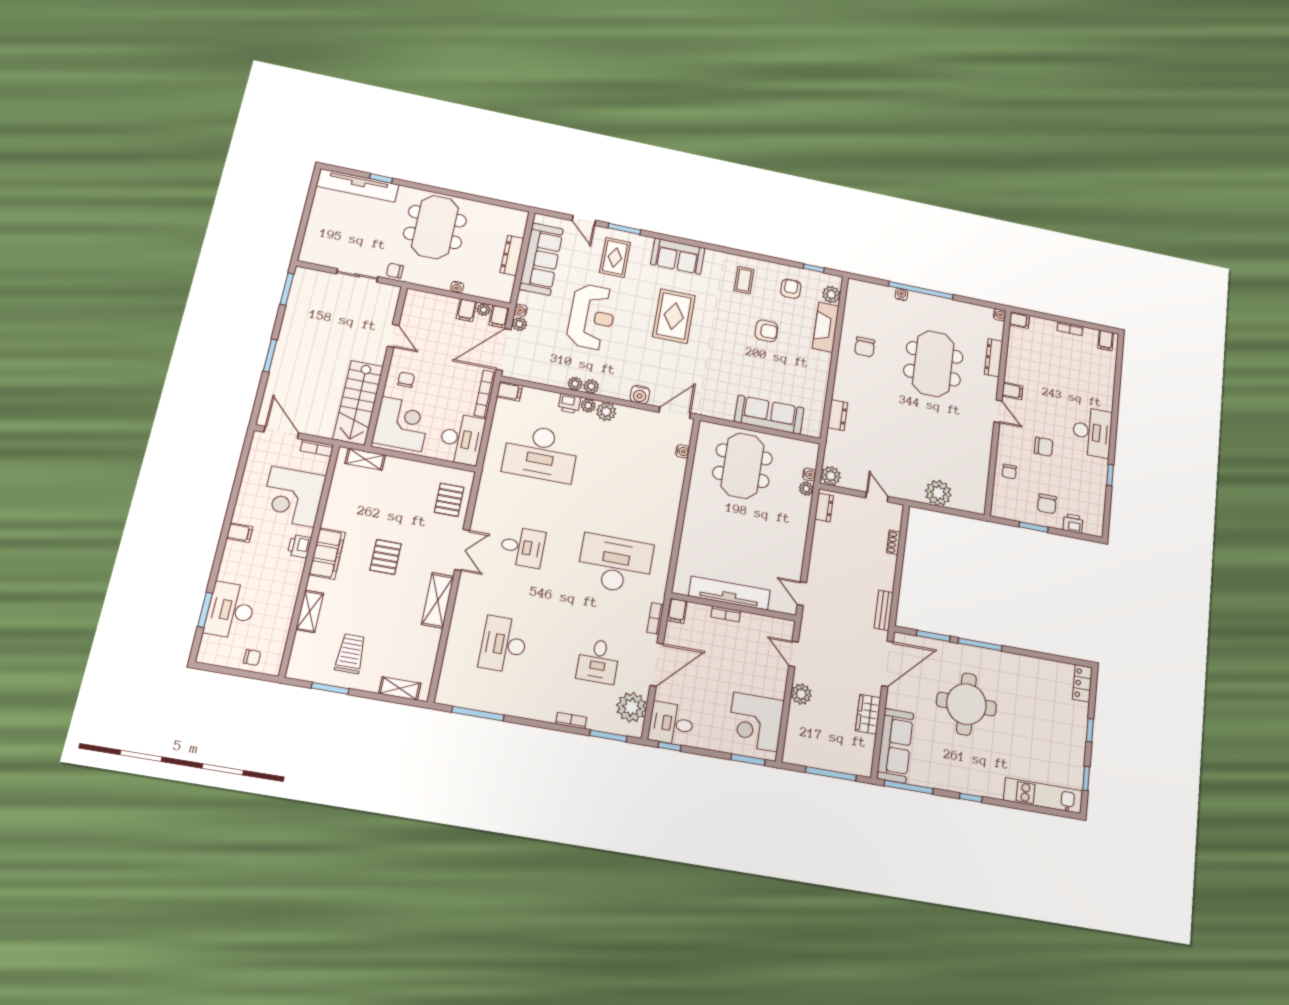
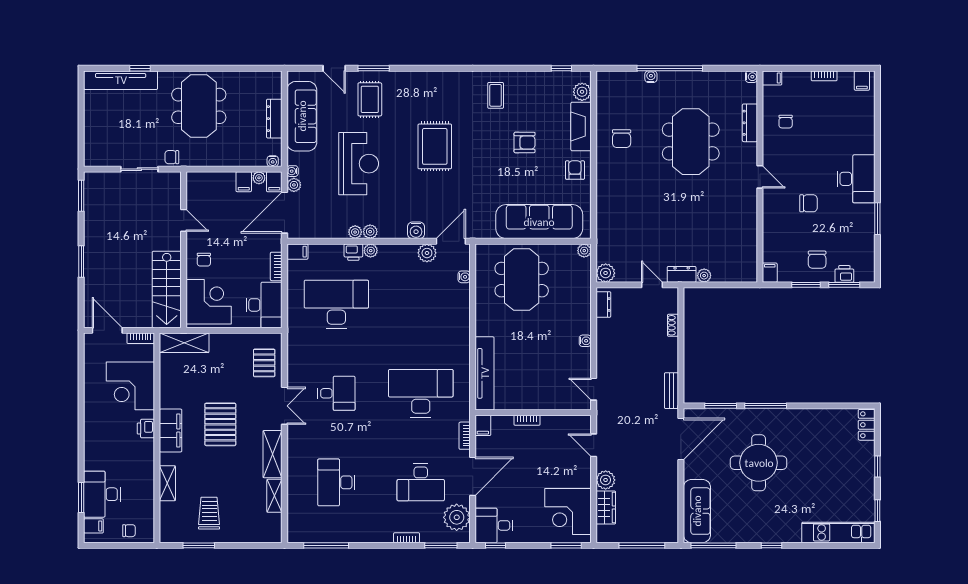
sofa: (678, 256) -> (429, 85), removed
water cooler: (457, 287) -> (273, 161), moved
armchair: (791, 289) -> (575, 170), moved
chair: (406, 380) -> (204, 260), turned 180
filing cabinet: (1012, 391) -> (770, 273), moved, turned -90
bookcase: (485, 394) -> (276, 266), width x0.64
plant: (606, 412) -> (427, 253), moved
sofa: (769, 415) -> (539, 222), width x1.36, depth x1.27
dresser: (838, 415) -> (682, 274), moved, turned -90
desk: (541, 453) -> (336, 304), turned 180
shelving: (365, 459) -> (184, 343), width x1.50, depth x1.33
chair: (1009, 472) -> (786, 122), moved
water cooler: (809, 475) -> (585, 341), moved
window: (1110, 475) -> (877, 219), width x1.50
plant: (806, 489) -> (584, 251), moved
plant: (938, 493) -> (704, 276), width x0.53, depth x0.53
filing cabinet: (240, 533) -> (93, 526), moved
window: (1072, 534) -> (844, 285), added
pallet: (386, 557) -> (220, 424), width x1.50, depth x1.42
tv unit: (729, 593) -> (485, 373), moved, turned 90
desk: (598, 661) -> (421, 482), width x1.37
shelving: (400, 688) -> (274, 496), moved, turned 90
wardrobe: (868, 714) -> (606, 507), moved, turned 180

